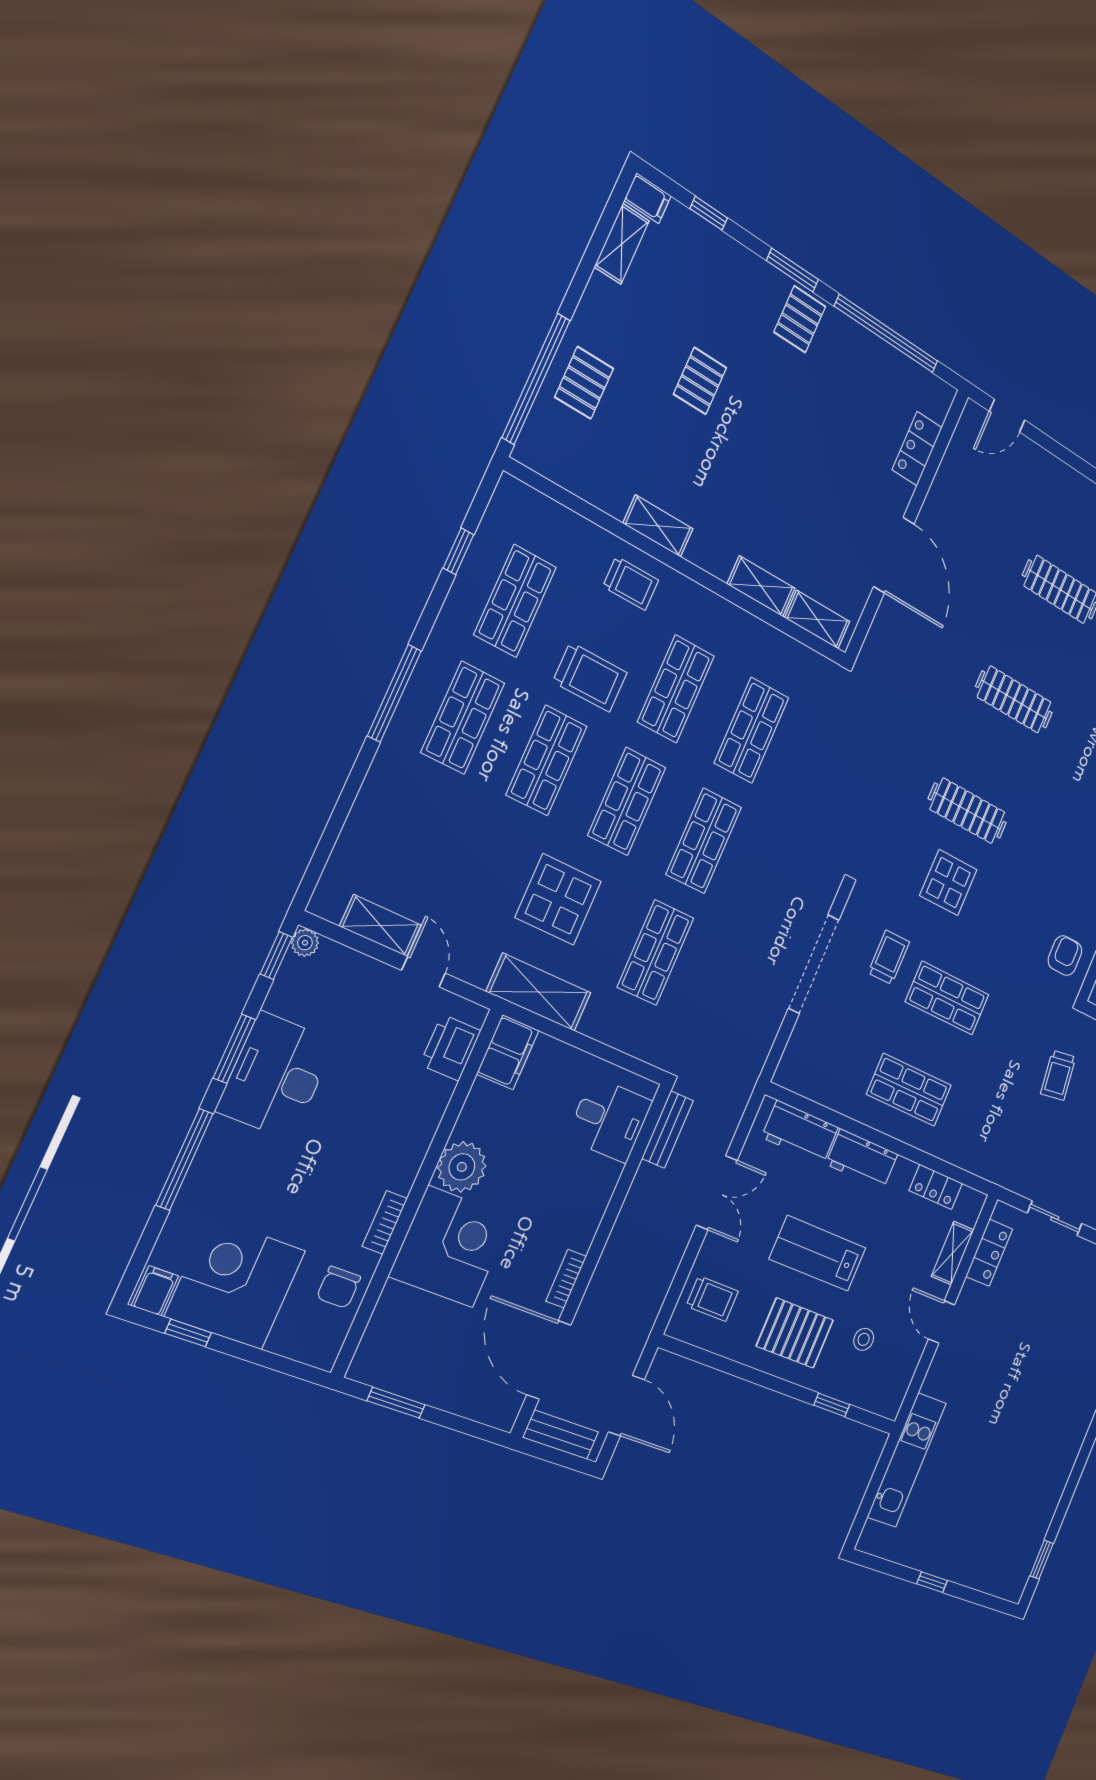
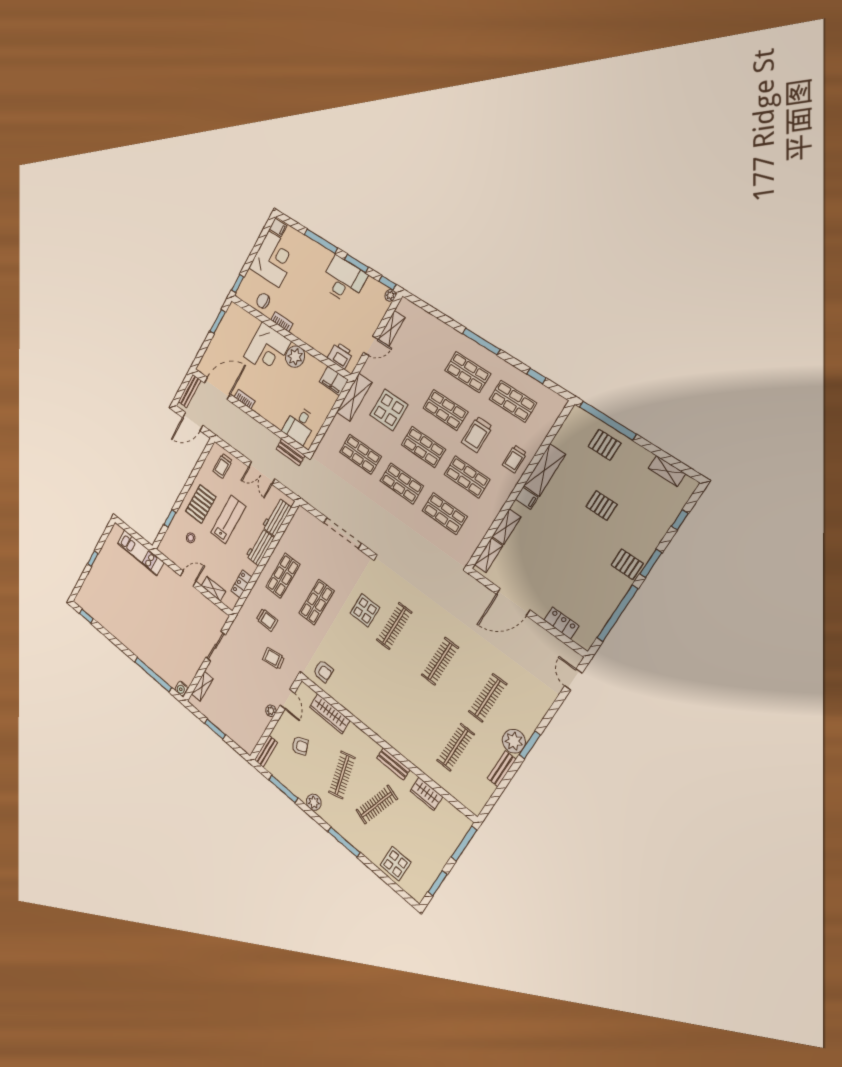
filing cabinet: (648, 198) -> (527, 498), moved, turned -90
shelving: (658, 526) -> (545, 470), width x1.50, depth x1.33
trolley: (889, 957) -> (267, 620), moved
locker: (989, 1253) -> (210, 608), removed
window: (188, 1333) -> (238, 284), moved

